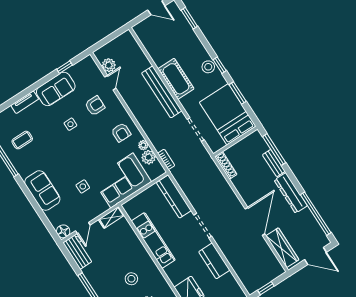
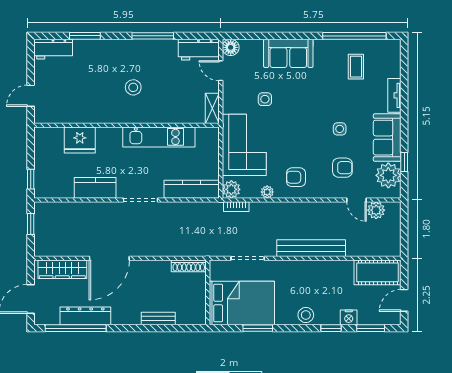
nightstand: (191, 37) -> (349, 317), added
window: (220, 65) -> (331, 328), moved
plant: (80, 72) -> (388, 175), added
cot: (176, 79) -> (378, 272), moved
armchair: (95, 106) -> (342, 168), turned -90
window: (274, 150) -> (172, 328), removed
plant: (149, 157) -> (231, 189), moved
dresser: (291, 193) -> (85, 316), moved
door: (255, 221) -> (109, 258), hinge flipped

